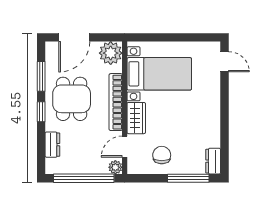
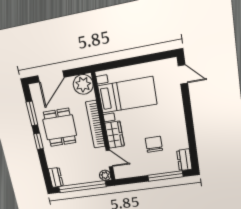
dresser: (52, 145) -> (56, 177), moved
door: (125, 147) -> (109, 159), swing flipped
chair: (162, 155) -> (154, 144), moved

